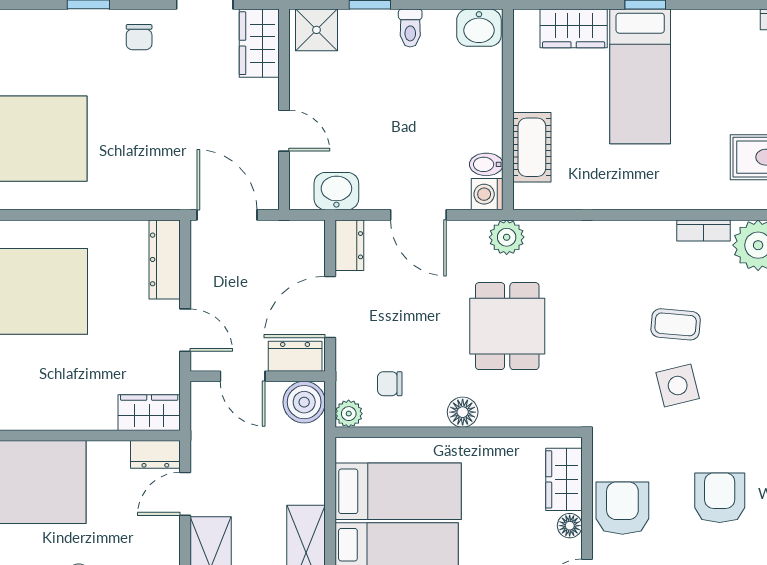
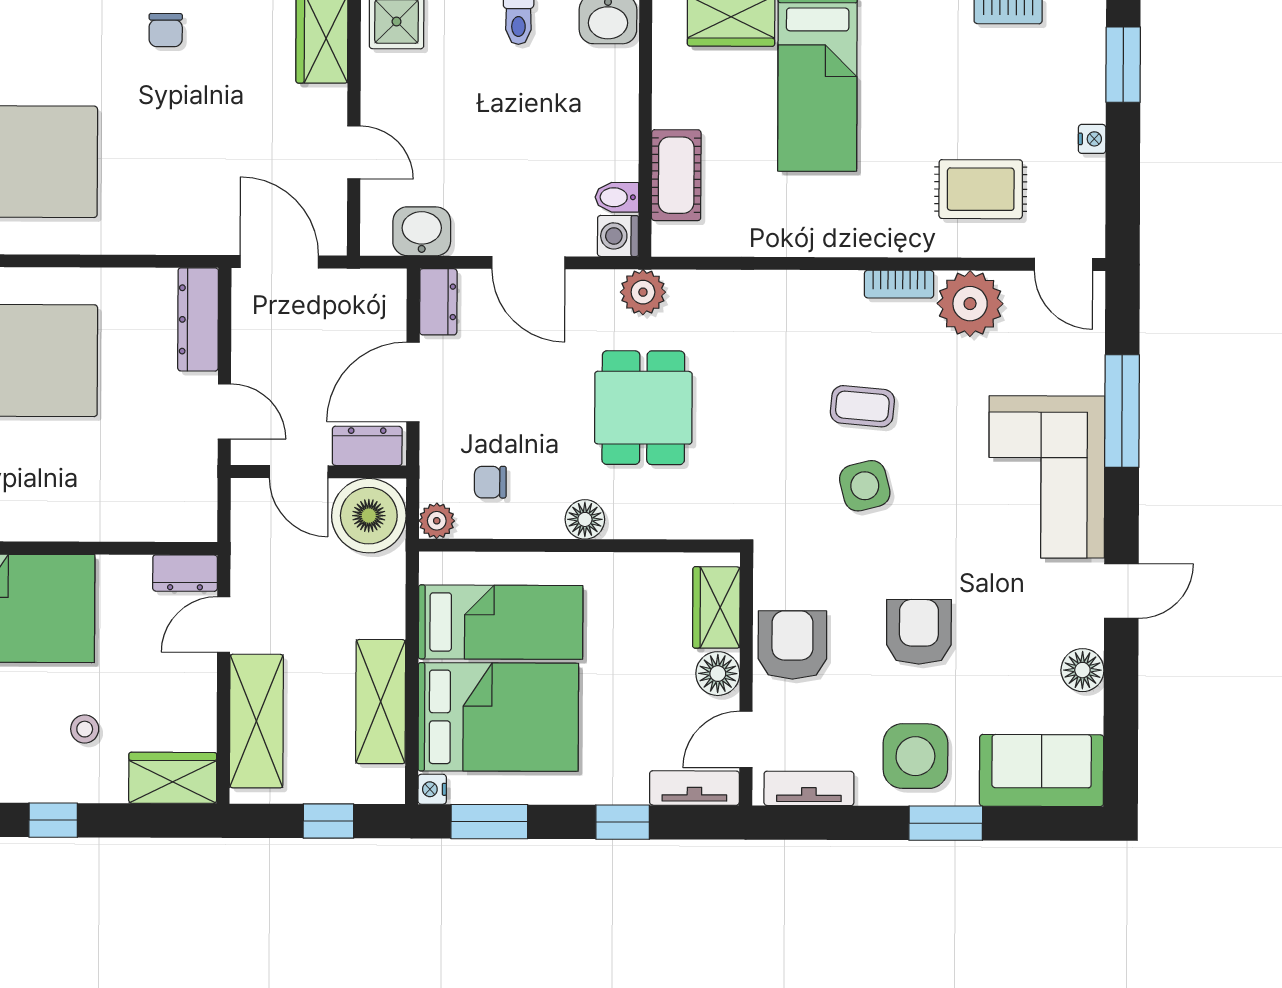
boiler: (304, 402) -> (369, 516), width x1.37, depth x1.37
wardrobe: (149, 413) -> (177, 519), removed
floor lamp: (570, 526) -> (718, 674), width x1.37, depth x1.37

